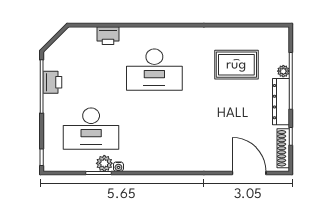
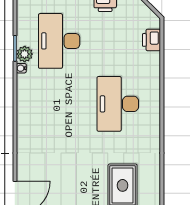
printer: (108, 36) -> (151, 40), moved

